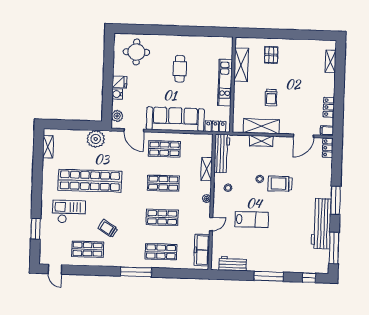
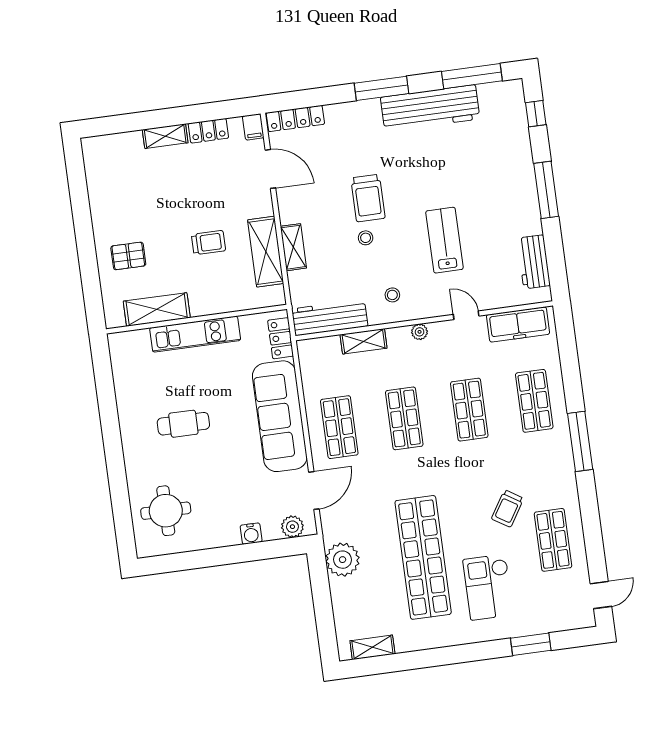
shelving: (331, 61) -> (165, 136), moved
fridge: (120, 82) -> (228, 533), removed
locker: (328, 148) -> (295, 118), width x1.53

